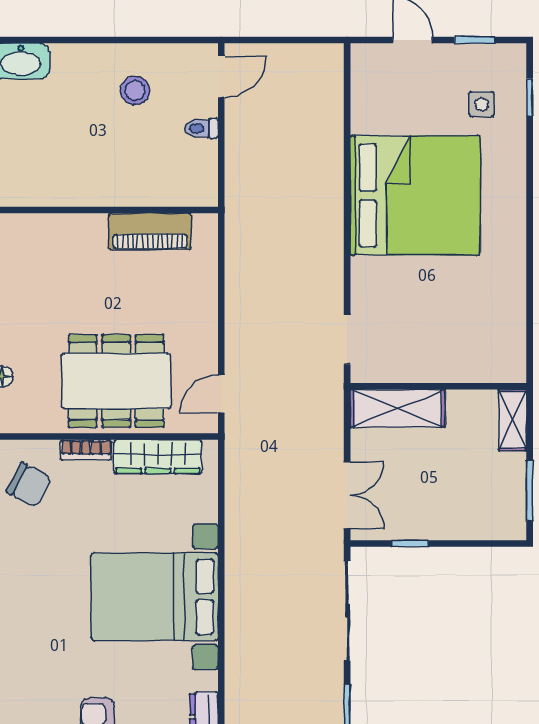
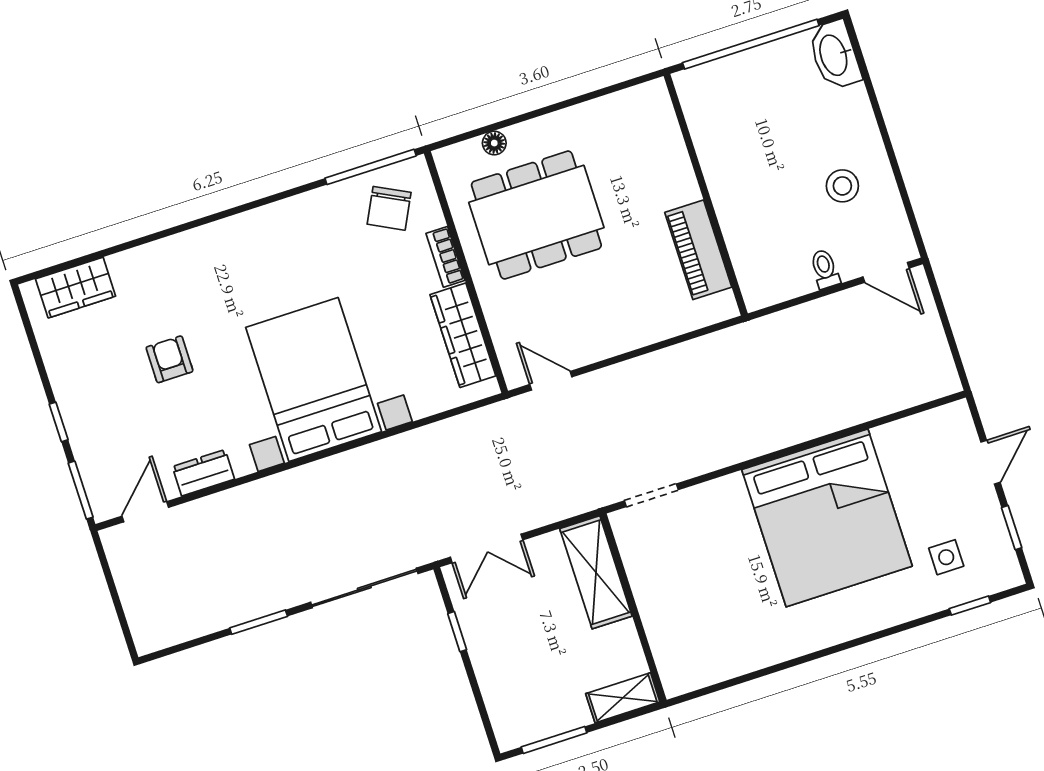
dining table: (116, 381) -> (536, 215), moved, turned 90

